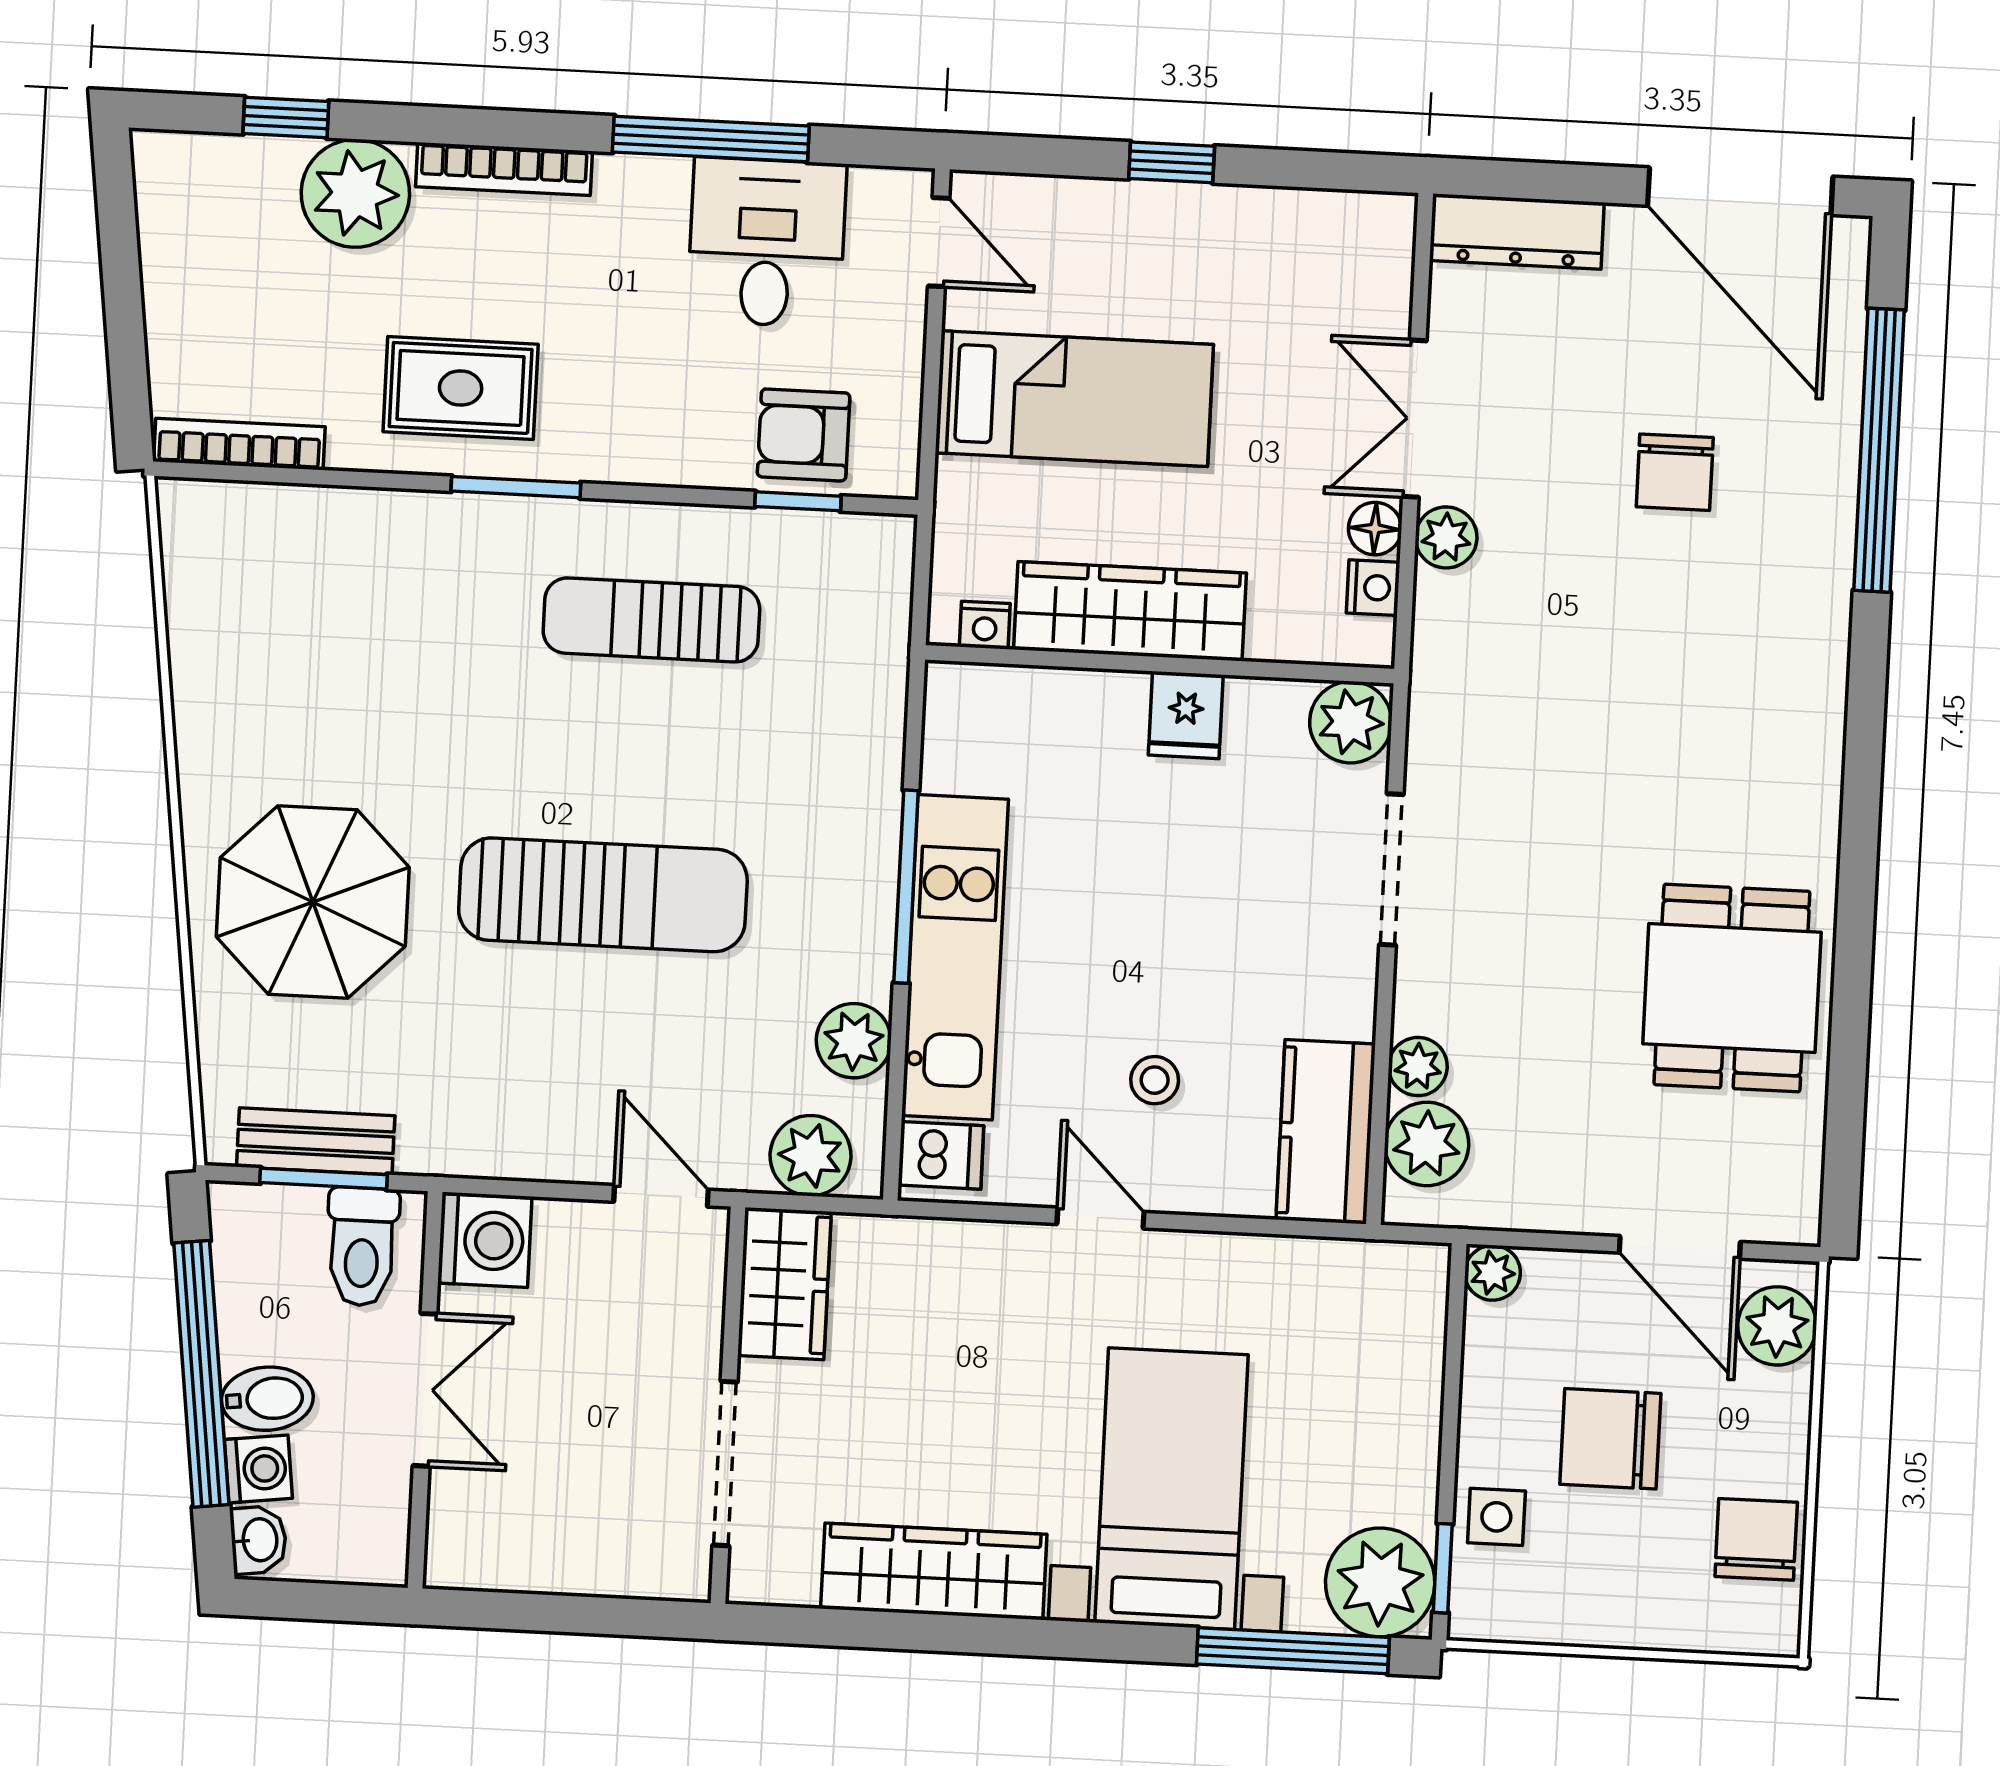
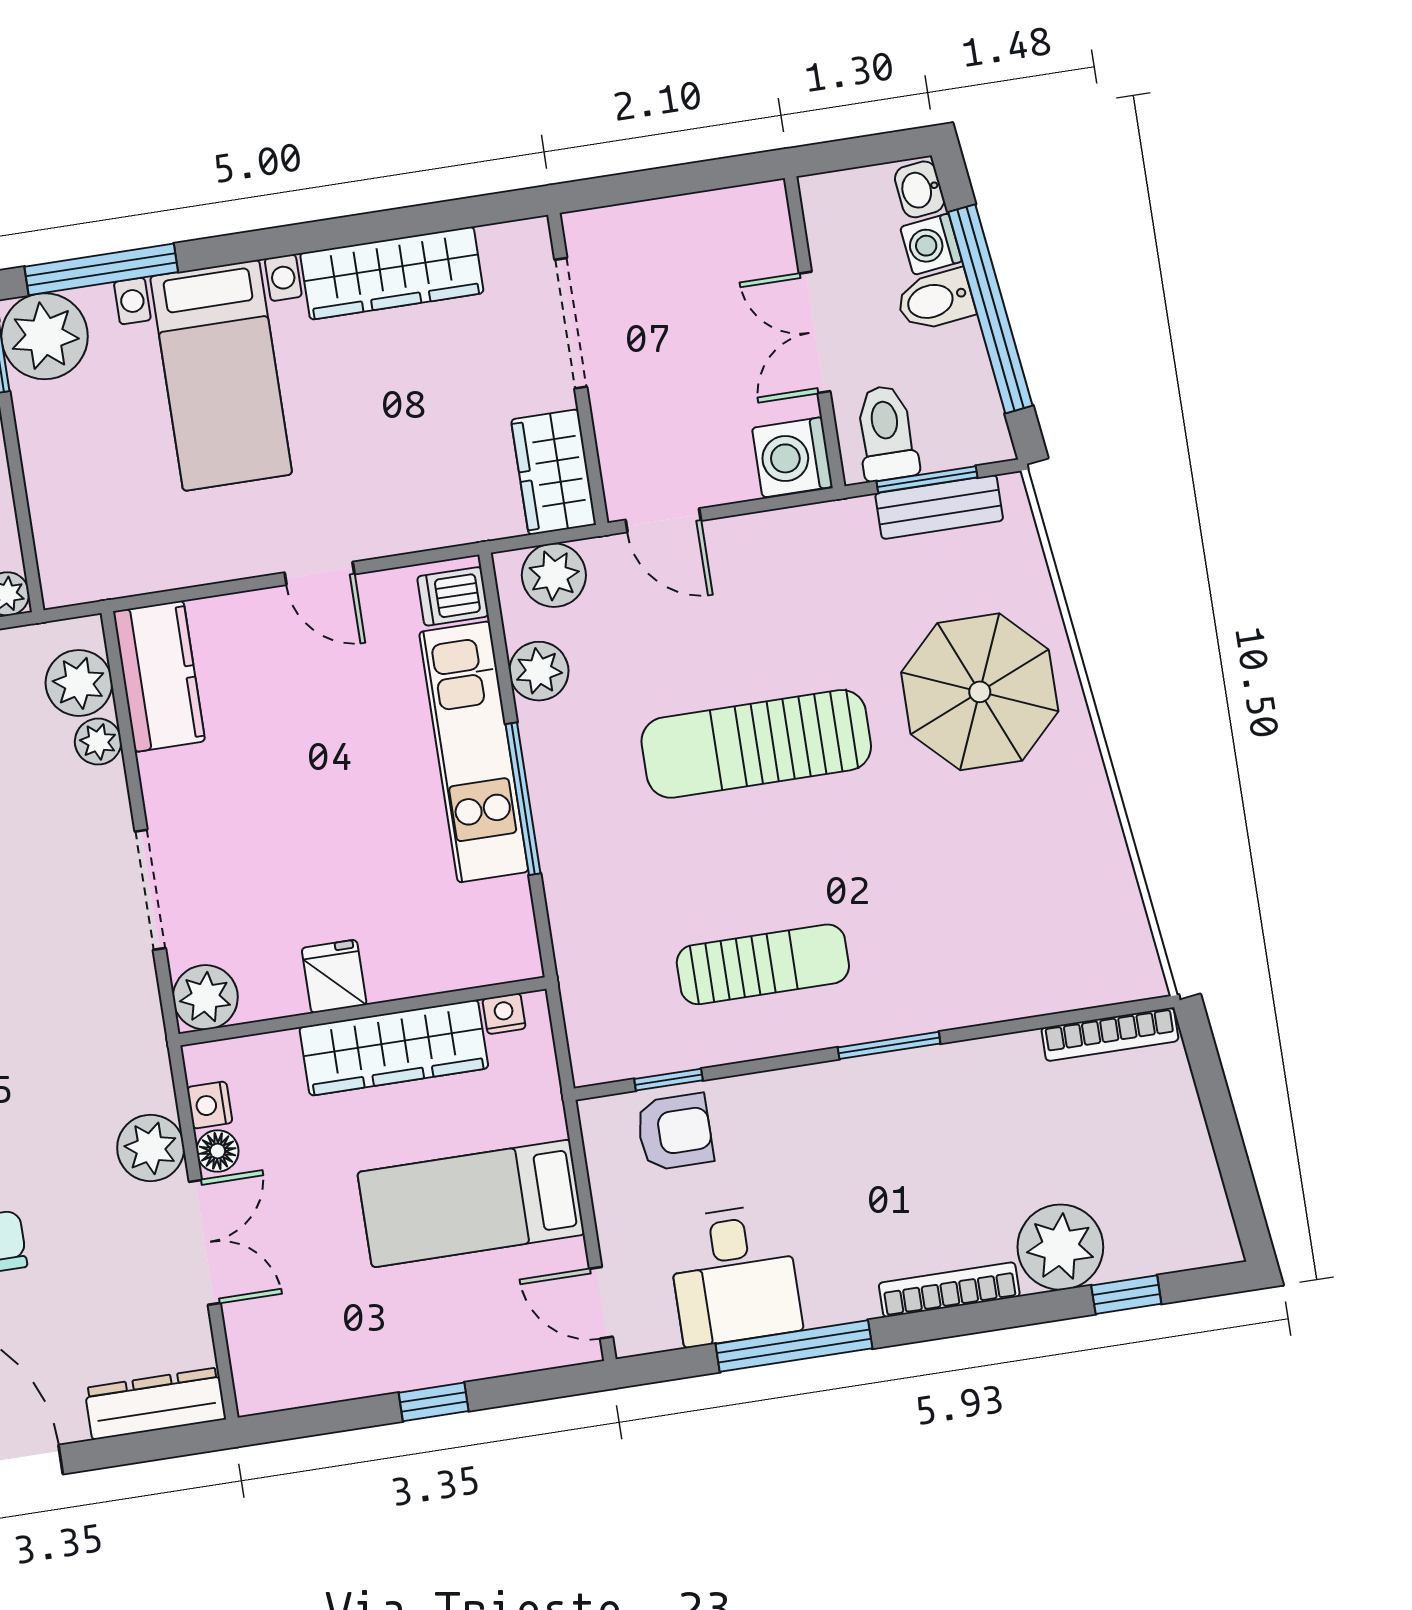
rug: (461, 388) -> (948, 1113), removed
plant: (1446, 537) -> (151, 1148), width x1.38, depth x1.38
stool: (1155, 1080) -> (300, 689), removed

